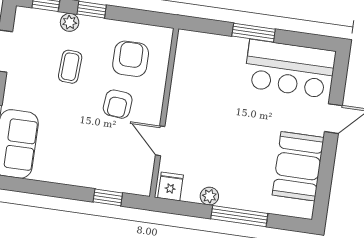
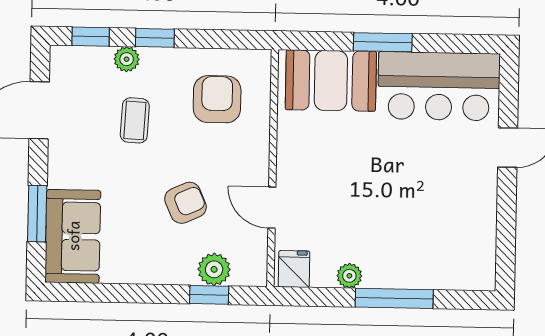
armchair: (118, 104) -> (185, 203), moved, turned -119
booth: (298, 166) -> (331, 81), moved, turned 90
plant: (114, 180) -> (214, 269), added

